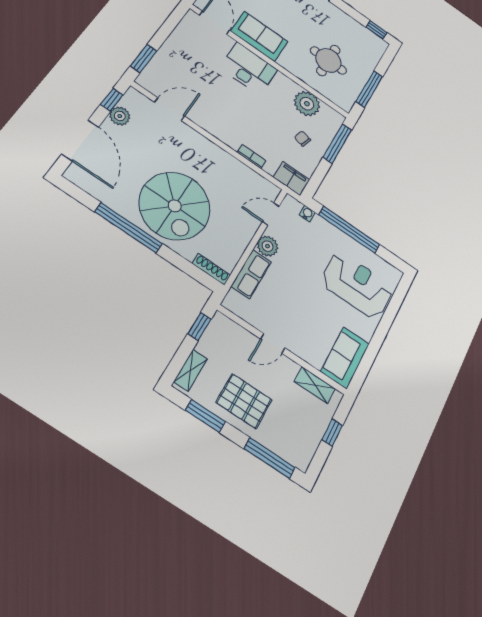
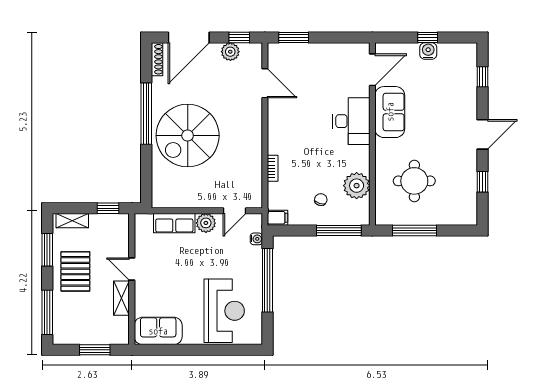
window: (377, 30) -> (482, 182), moved
filing cabinet: (291, 179) -> (278, 218), width x0.50
door: (271, 214) -> (235, 211), swing flipped
shoe rack: (211, 269) -> (157, 59), moved
shelving: (315, 385) -> (121, 298), moved
window: (332, 433) -> (95, 350), width x1.50

